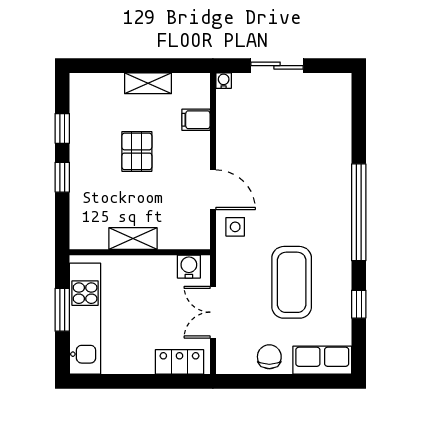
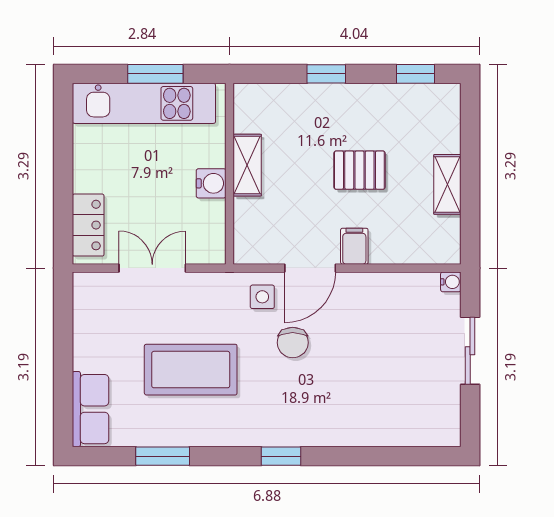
filing cabinet: (196, 120) -> (354, 246), moved
window: (62, 128) -> (415, 74), moved
window: (359, 212) -> (281, 456), width x0.32
water cooler: (189, 267) -> (211, 183), moved
window: (359, 304) -> (163, 456), width x1.50
chair: (269, 357) -> (293, 343), moved, turned 90

